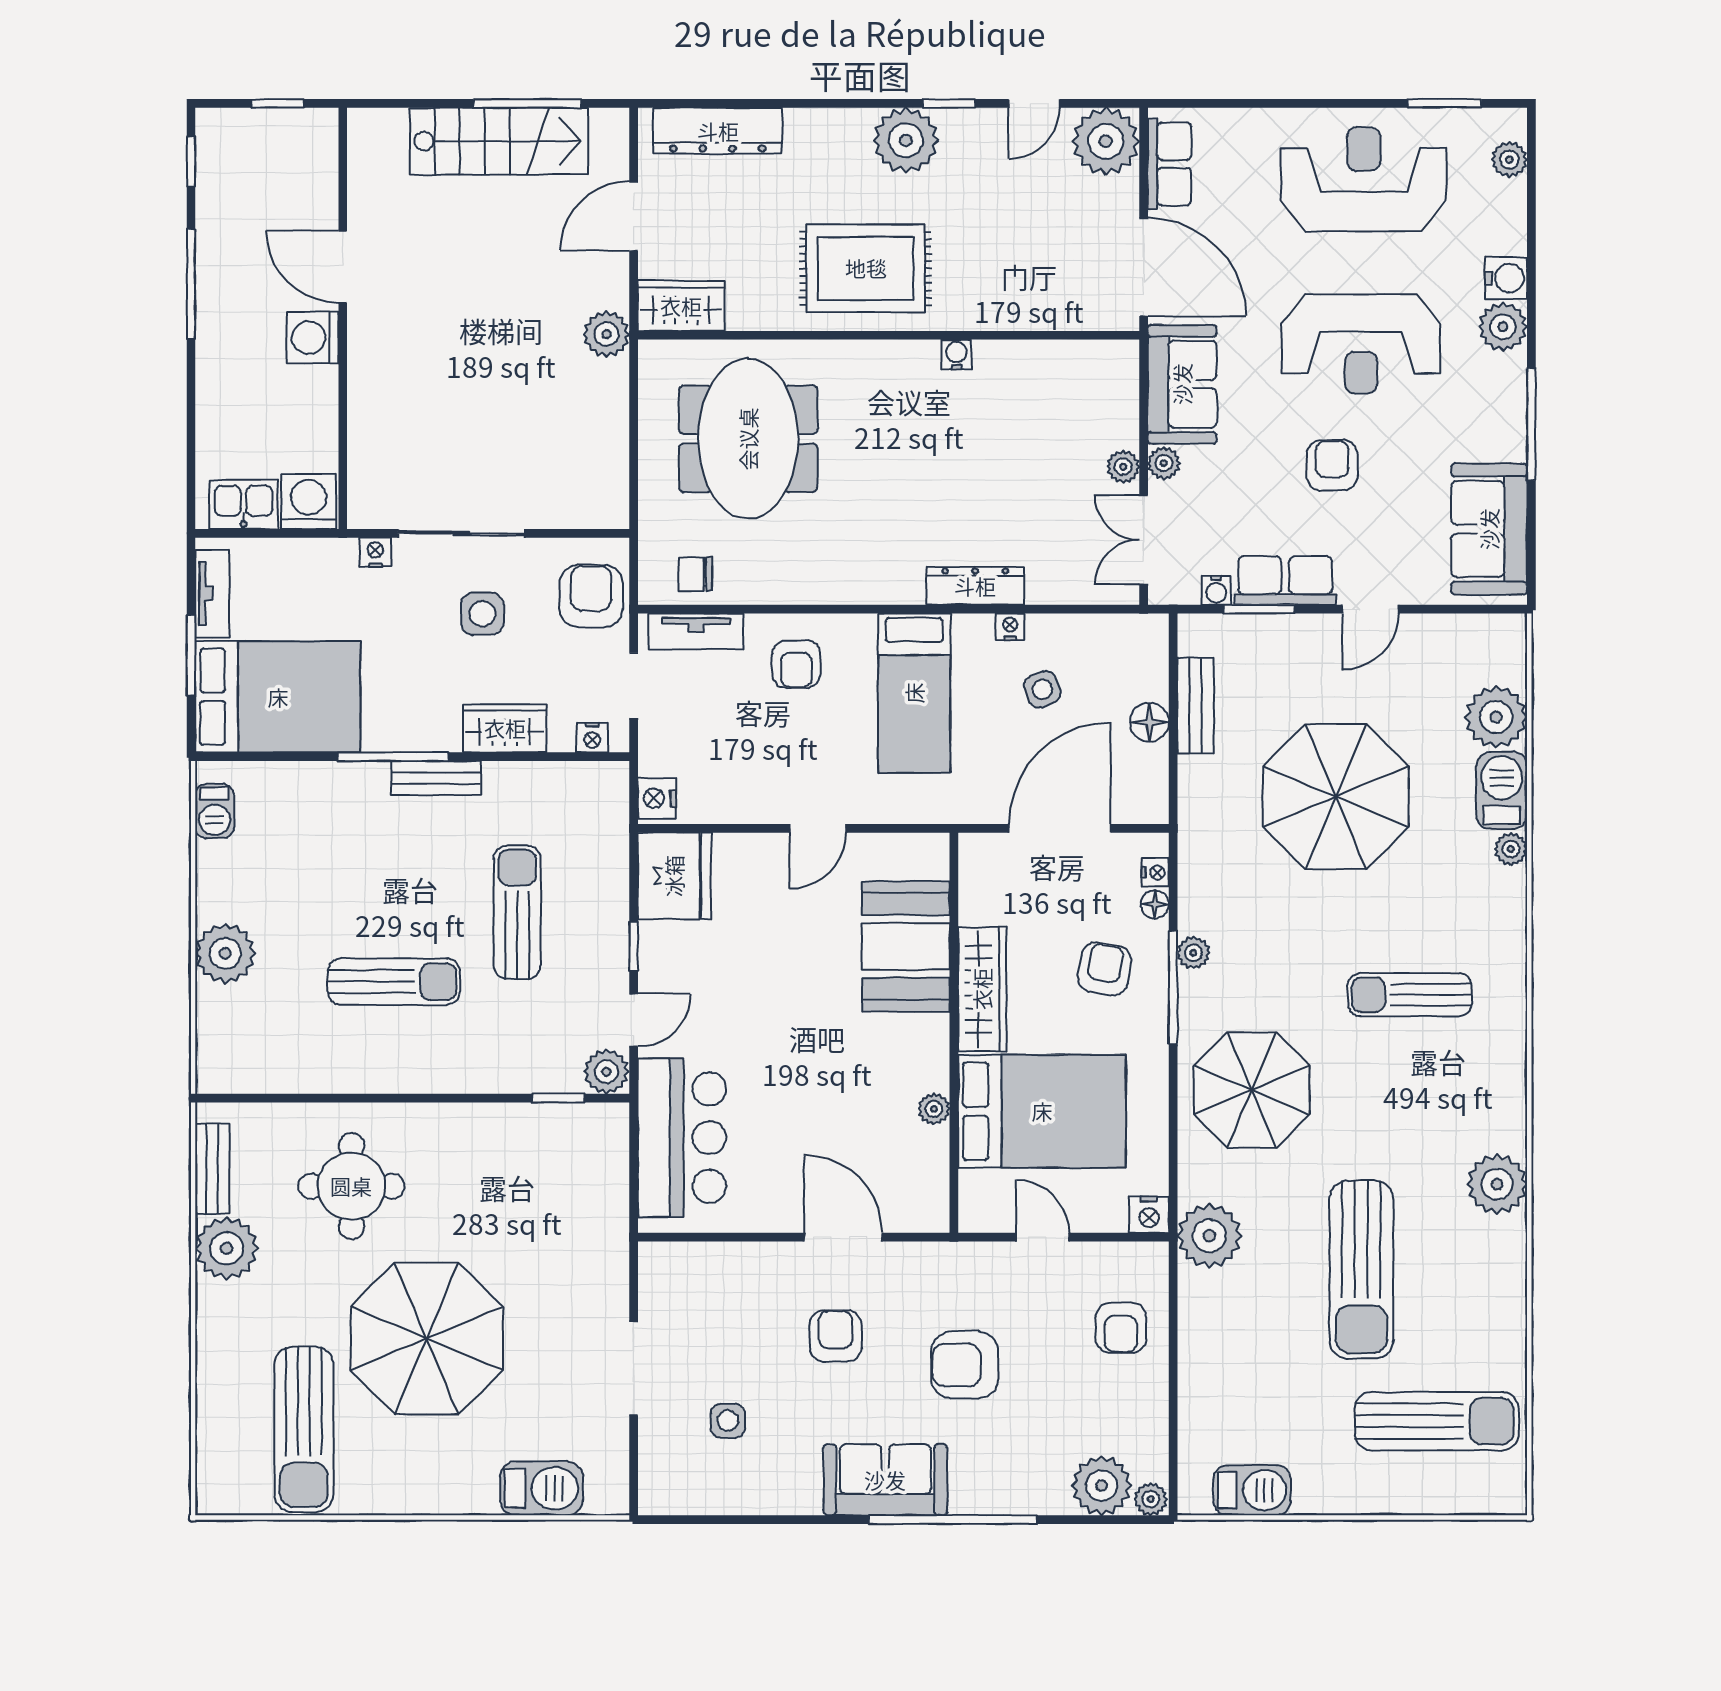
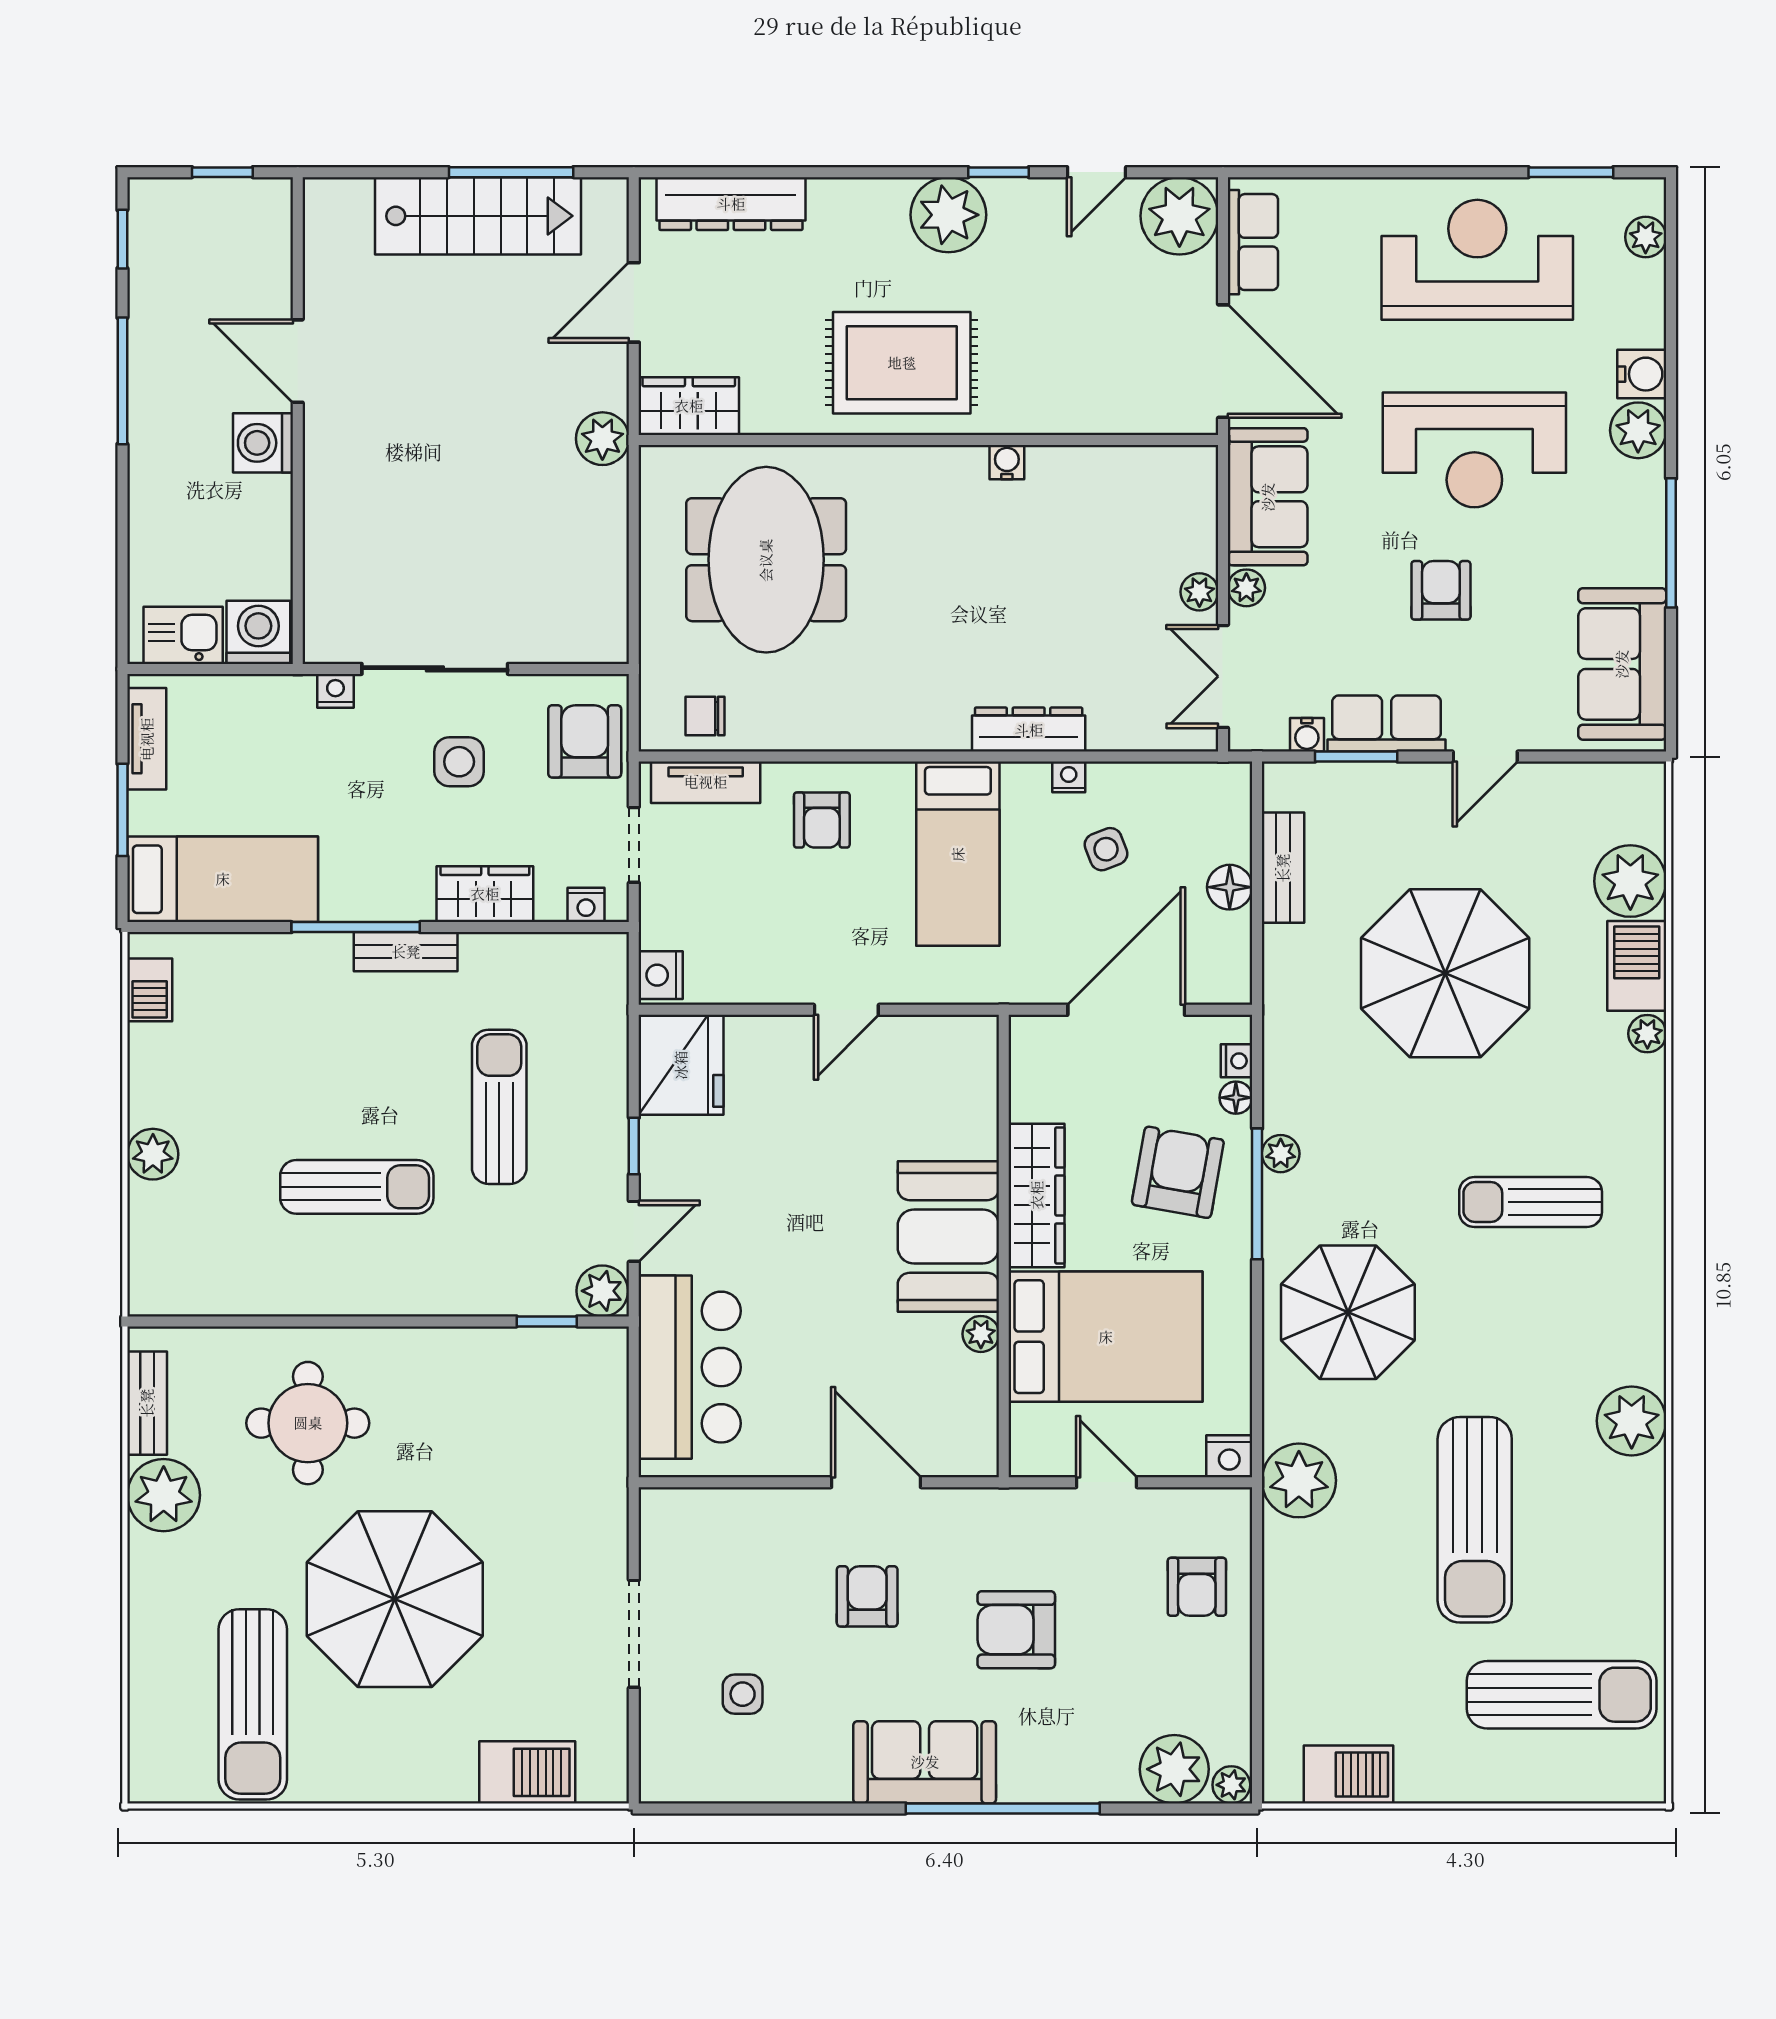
bed: (278, 697) -> (223, 879), width x0.67
booth: (906, 946) -> (948, 1236), moved
plant: (225, 953) -> (153, 1154), width x0.73, depth x0.73
armchair: (1104, 969) -> (1178, 1172), width x1.38, depth x1.38

